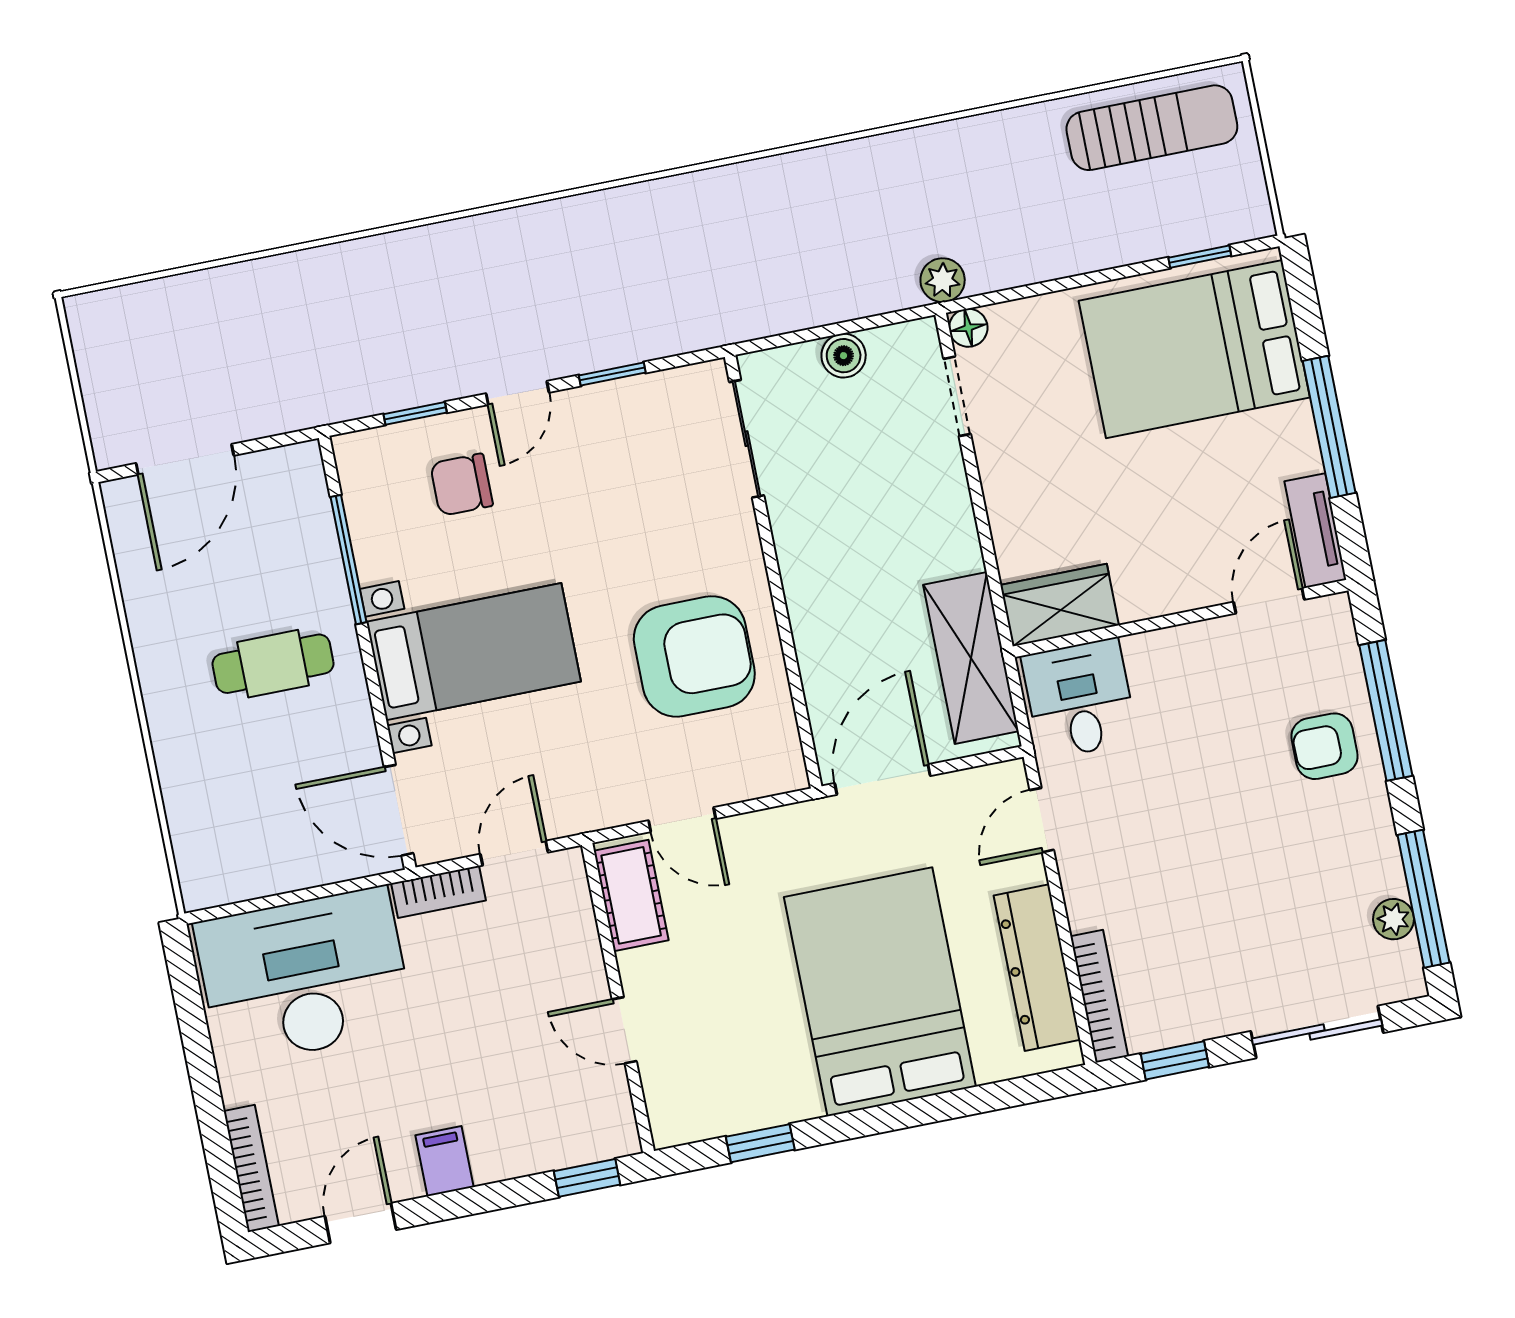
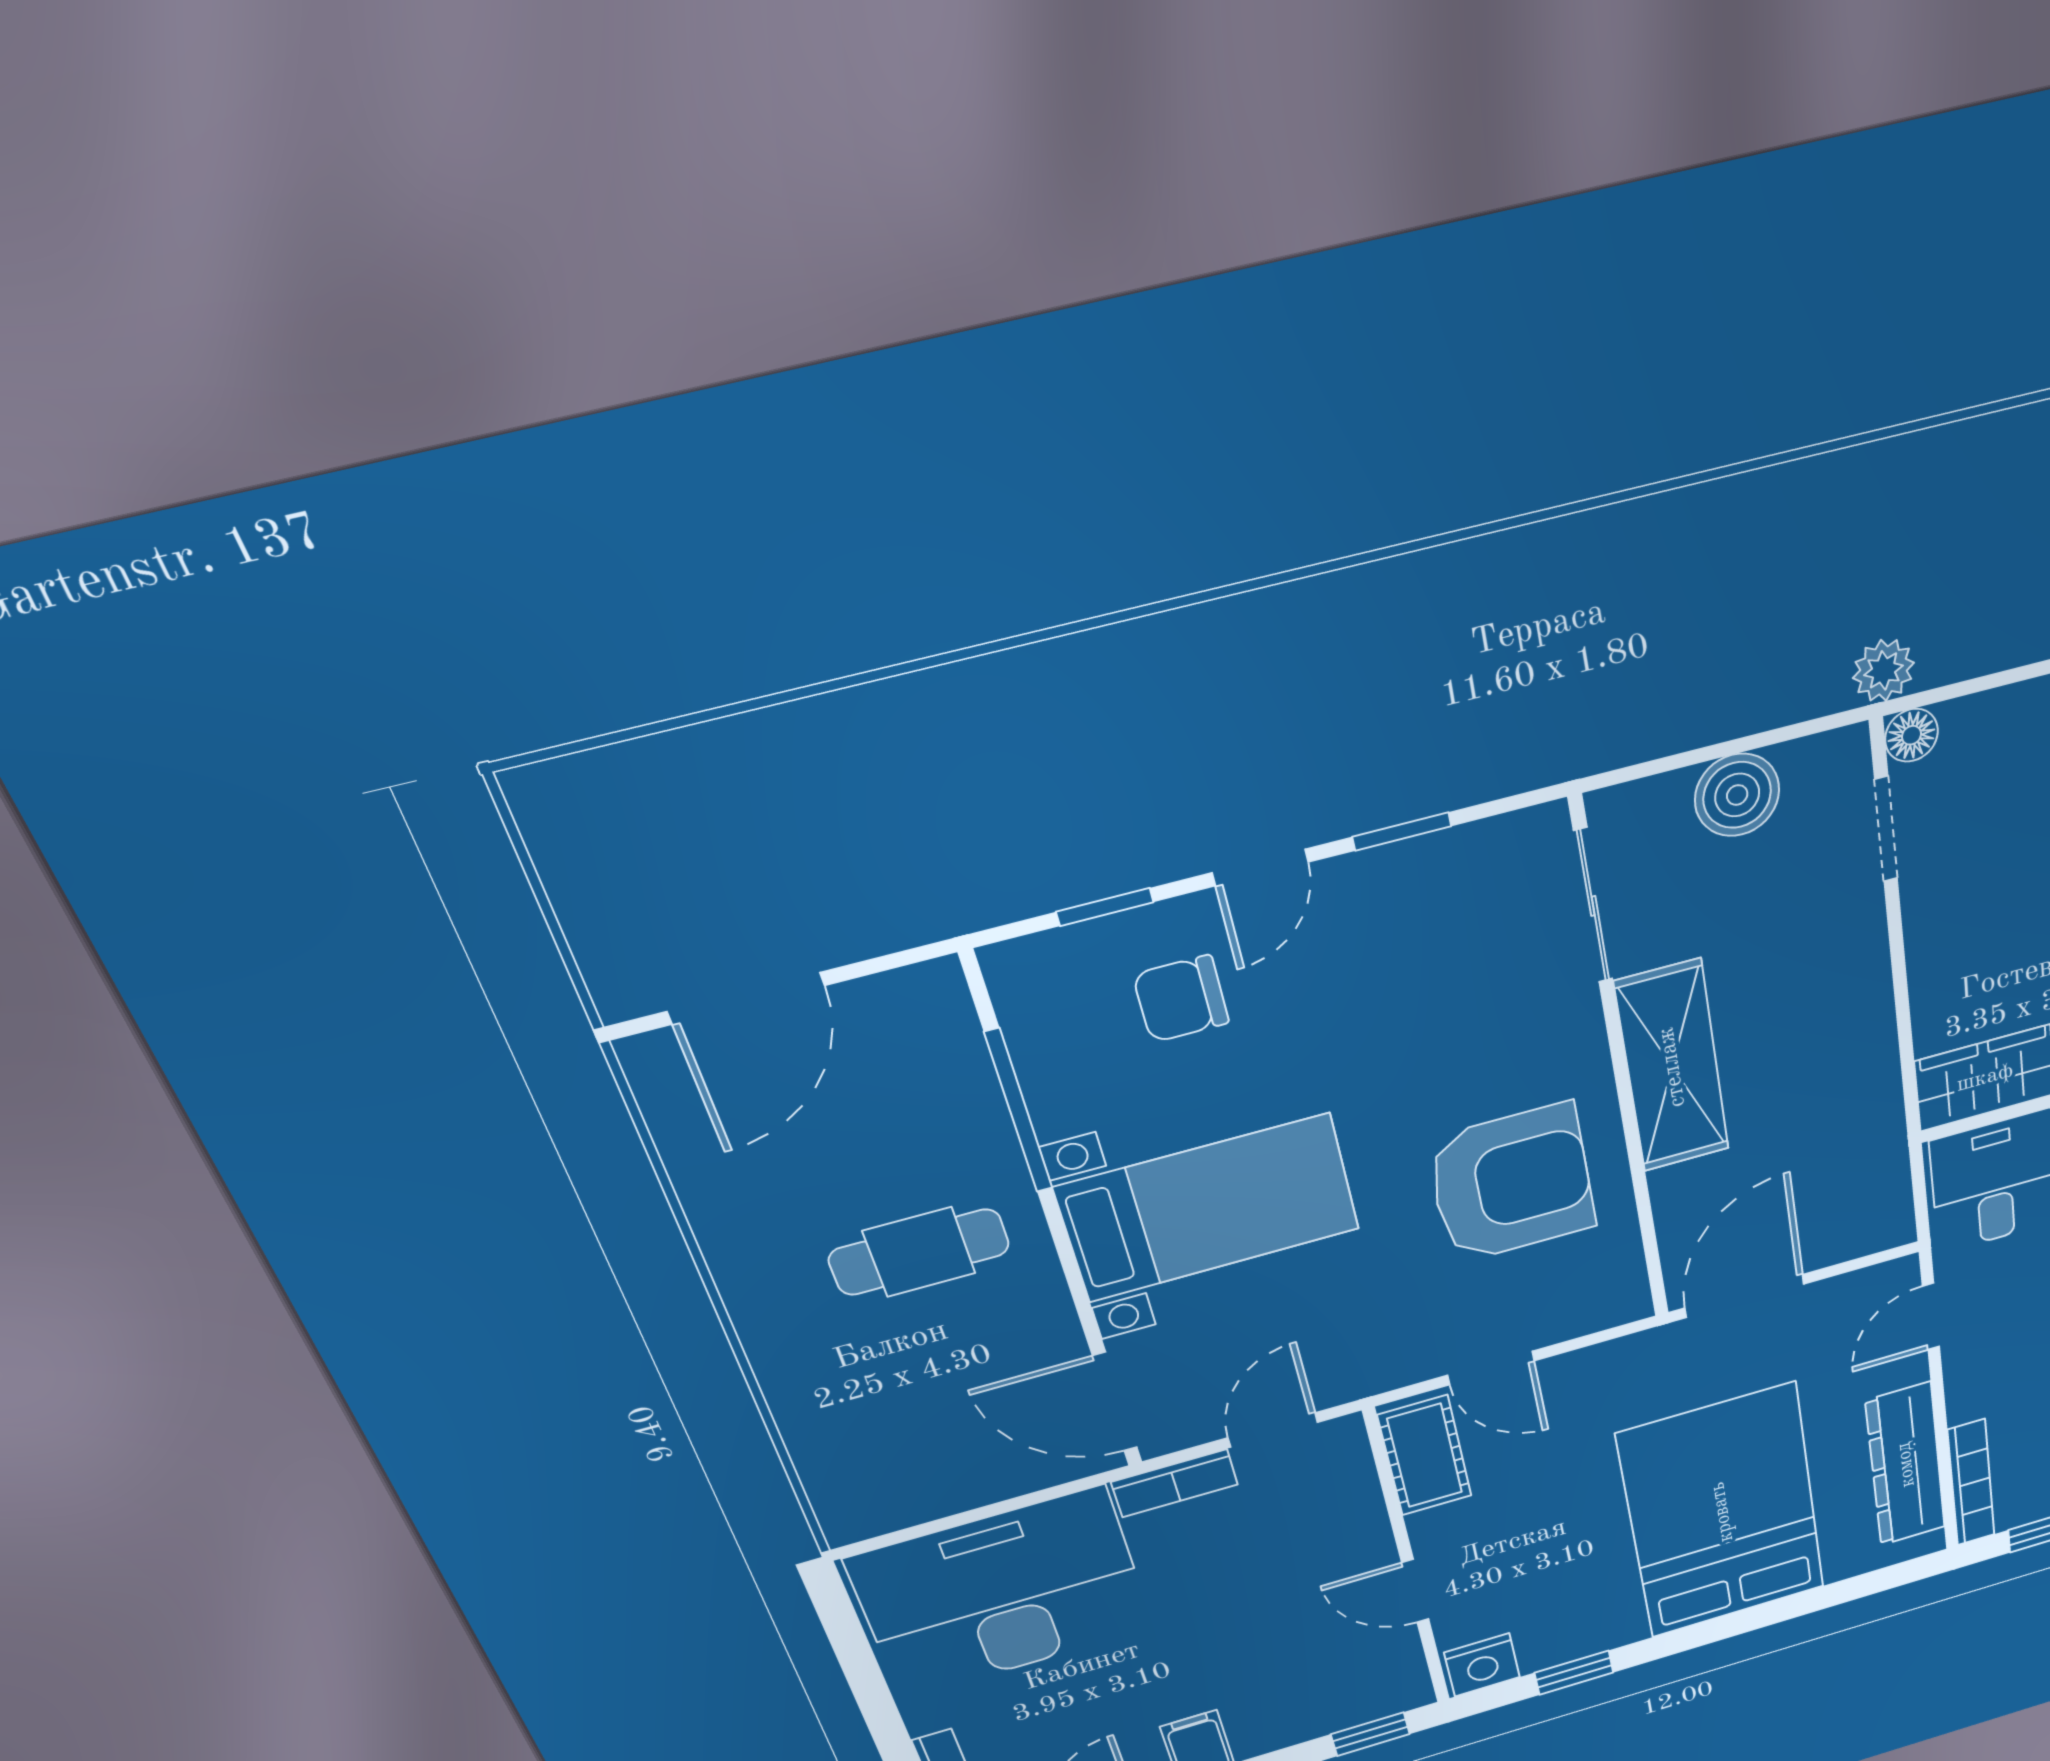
boiler: (844, 356) -> (1737, 795), width x1.36, depth x1.36
shelving: (971, 658) -> (1672, 1067), moved
nightstand: (681, 1120) -> (1482, 1665), added

